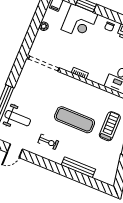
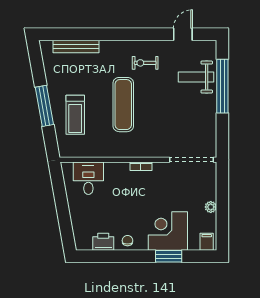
exercise mat: (75, 120) -> (123, 105), turned 90
bench: (78, 167) -> (76, 46), moved

